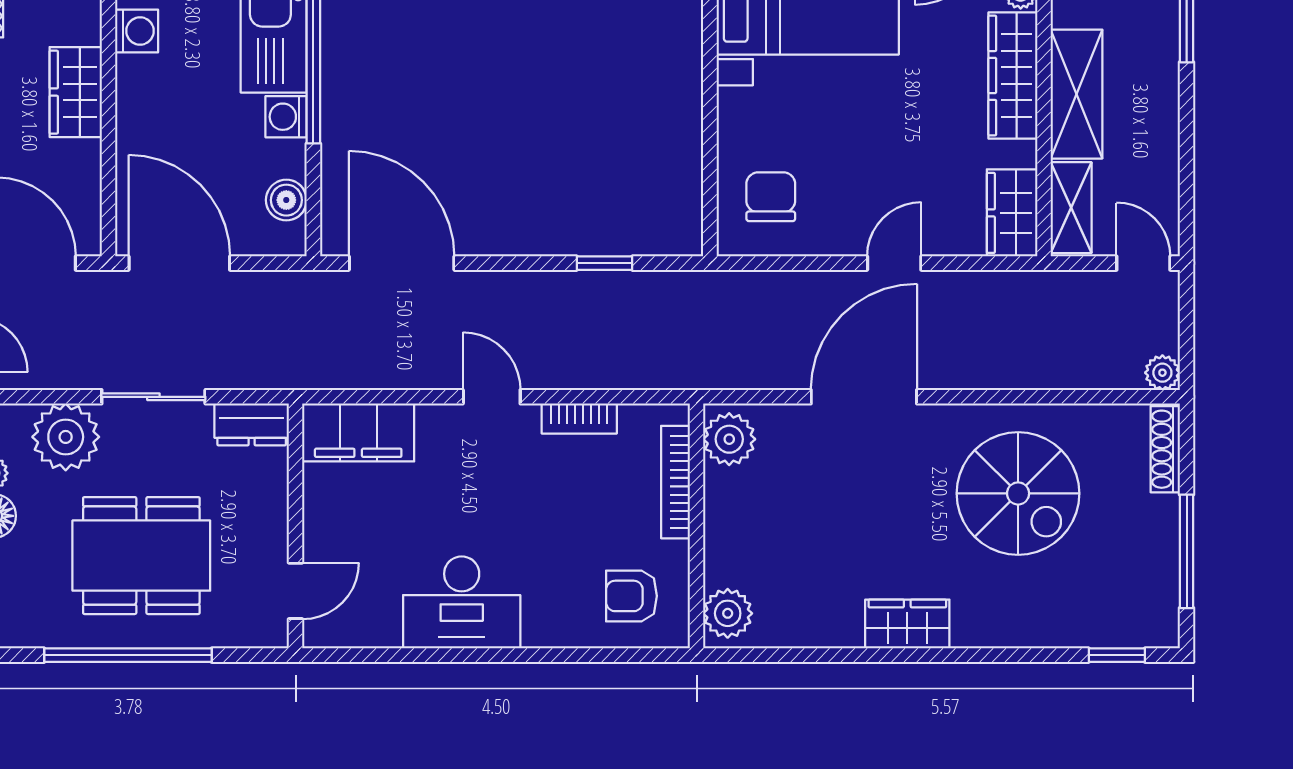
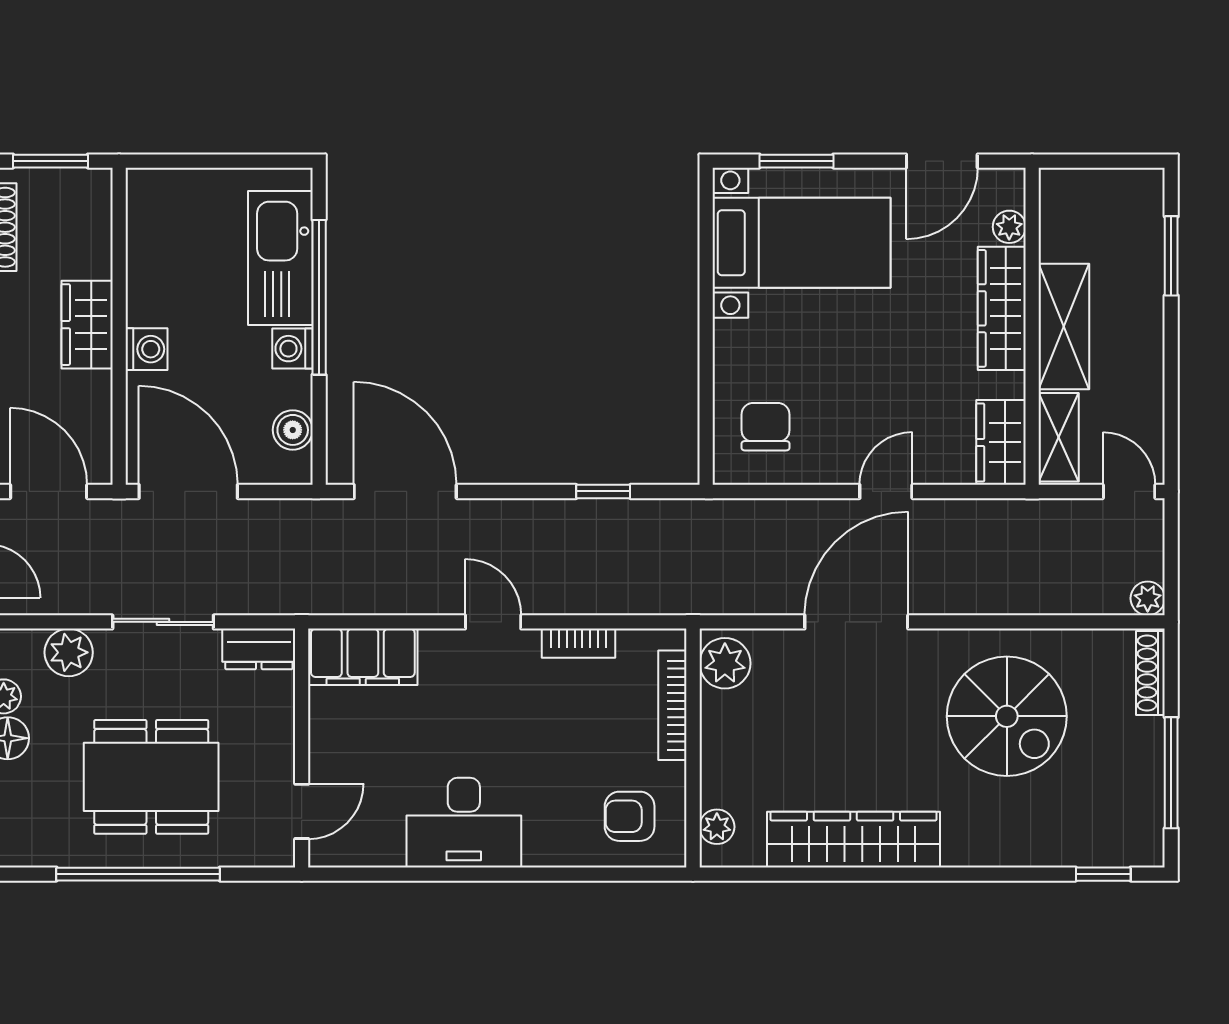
washing machine: (137, 31) -> (147, 349), moved
plant: (66, 437) -> (69, 652), width x0.73, depth x0.73
plant: (728, 613) -> (717, 827), width x0.73, depth x0.73
wardrobe: (907, 624) -> (854, 840), width x2.10, depth x1.17

